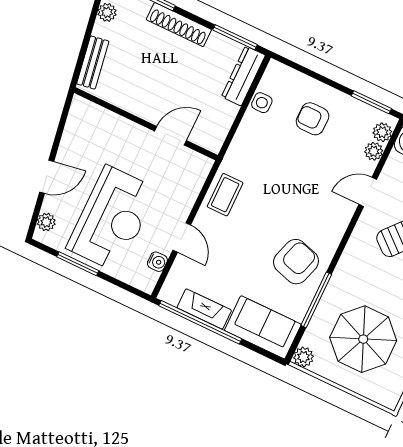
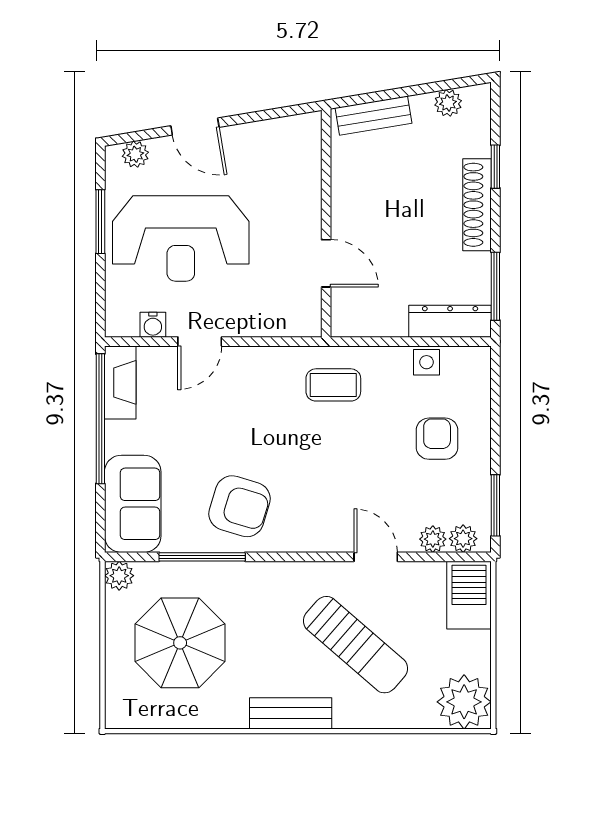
coffee table: (225, 195) -> (333, 385), moved
fireplace: (204, 309) -> (120, 382), moved

